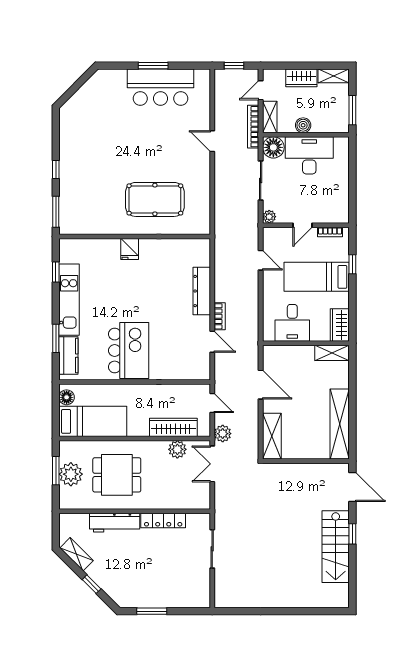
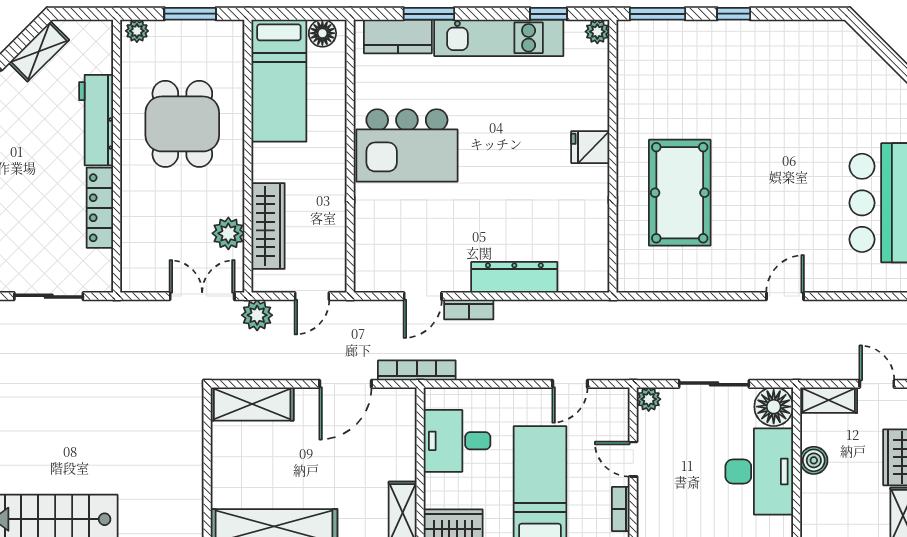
bookcase: (253, 127) -> (417, 370), moved
plant: (66, 245) -> (597, 32), added
plant: (71, 474) -> (137, 31), moved, width x0.53, depth x0.53

